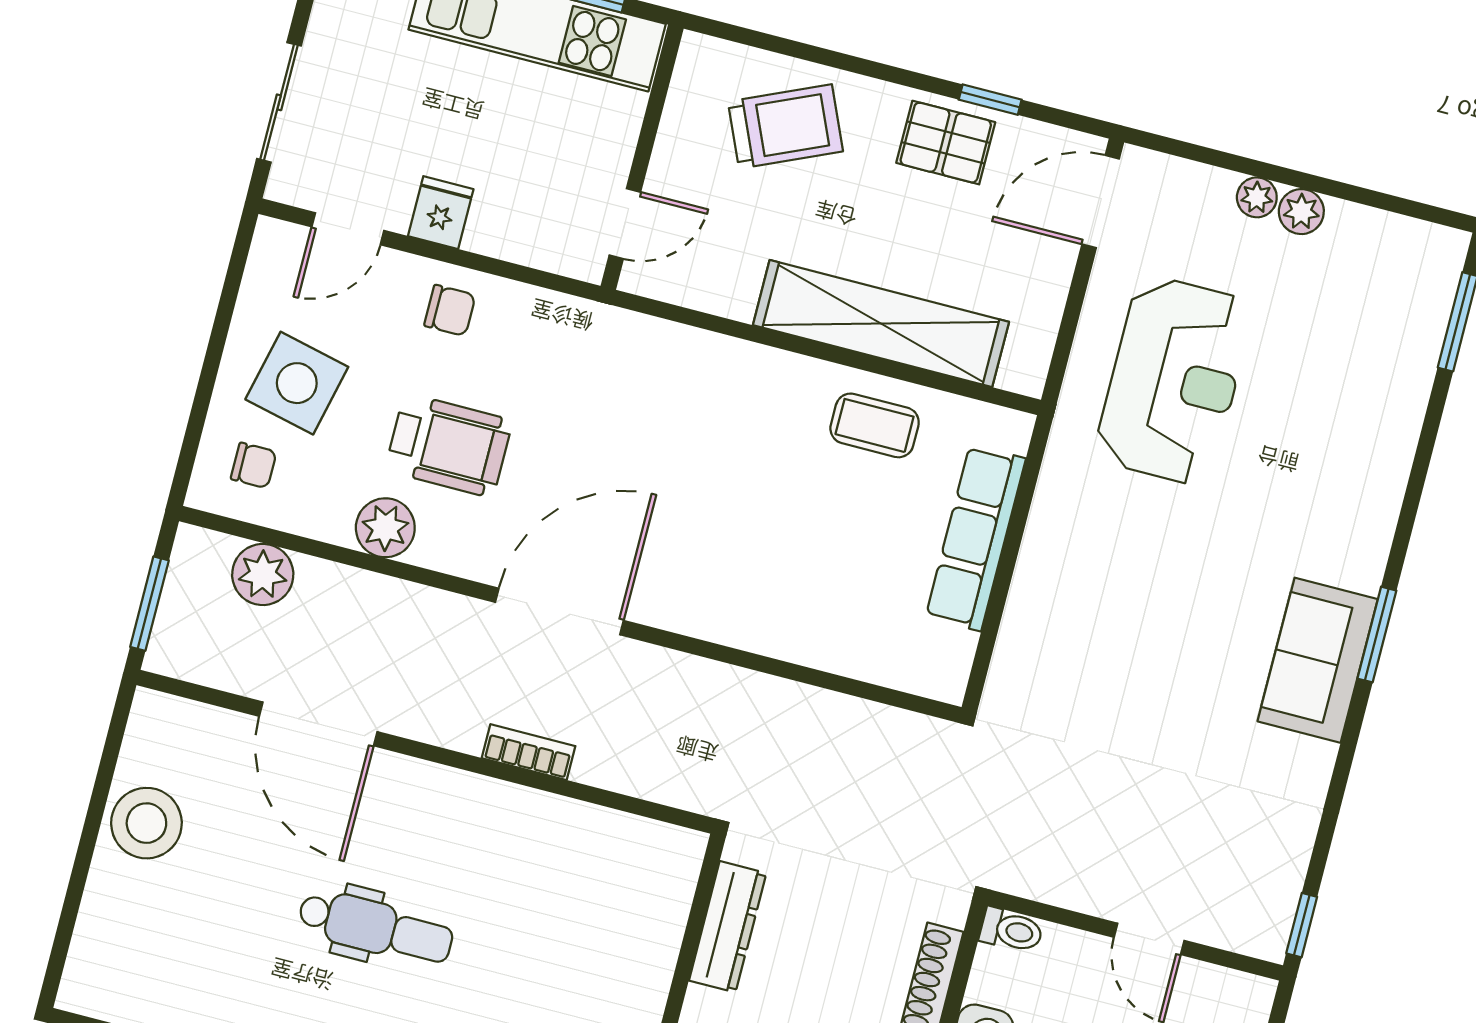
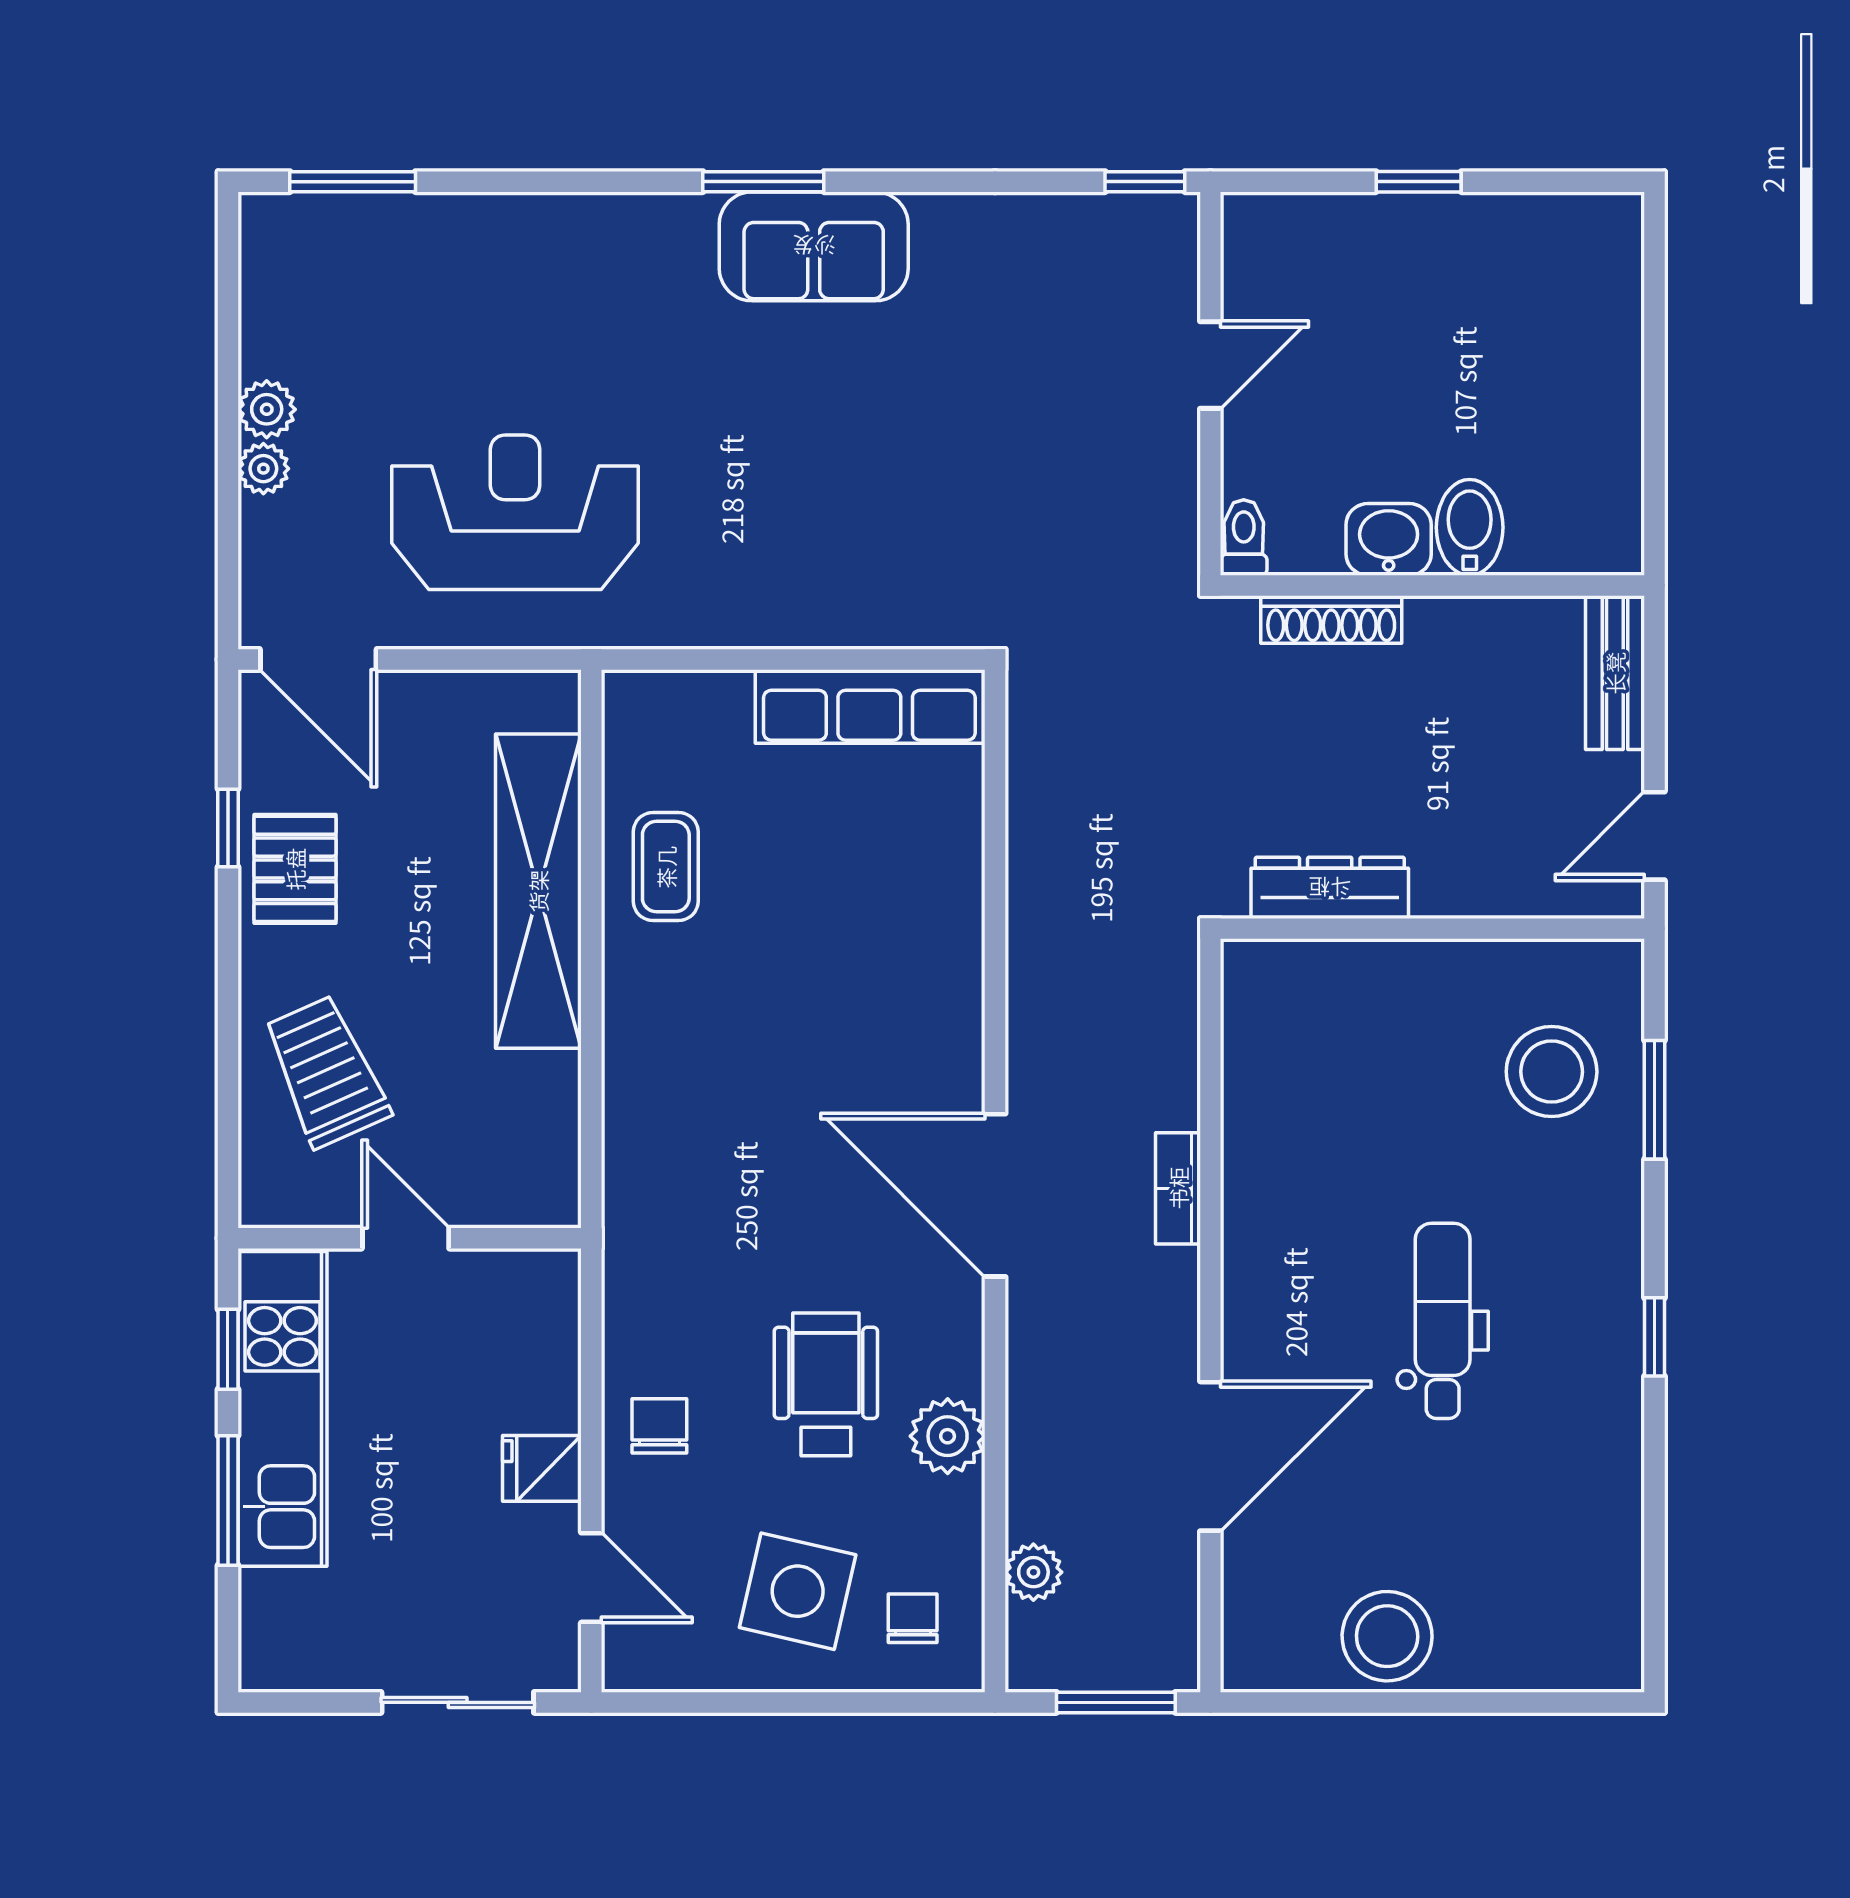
door: (625, 224) -> (406, 1238), moved
row of seats: (976, 538) -> (869, 706), moved
plant: (263, 575) -> (1033, 1572), width x0.73, depth x0.73

